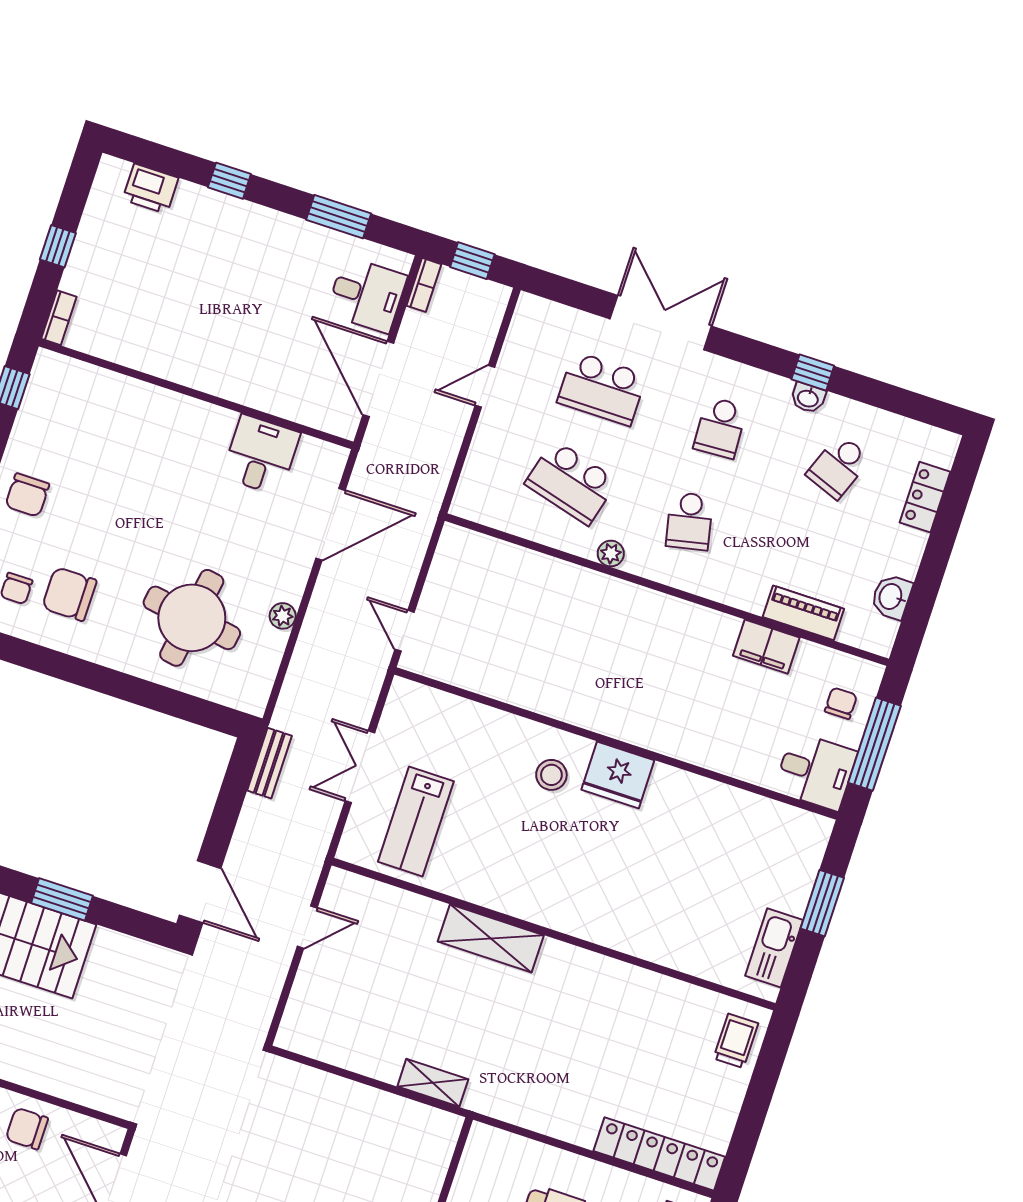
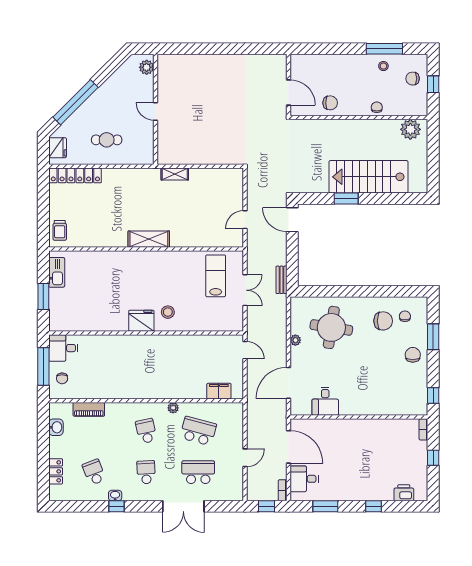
school desk: (838, 466) -> (94, 472), turned -42
filing cabinet: (766, 647) -> (219, 391), moved
shelving: (491, 938) -> (149, 239), moved

